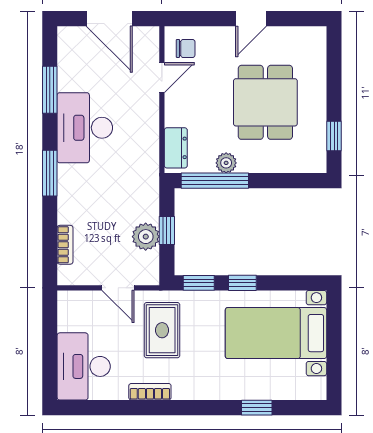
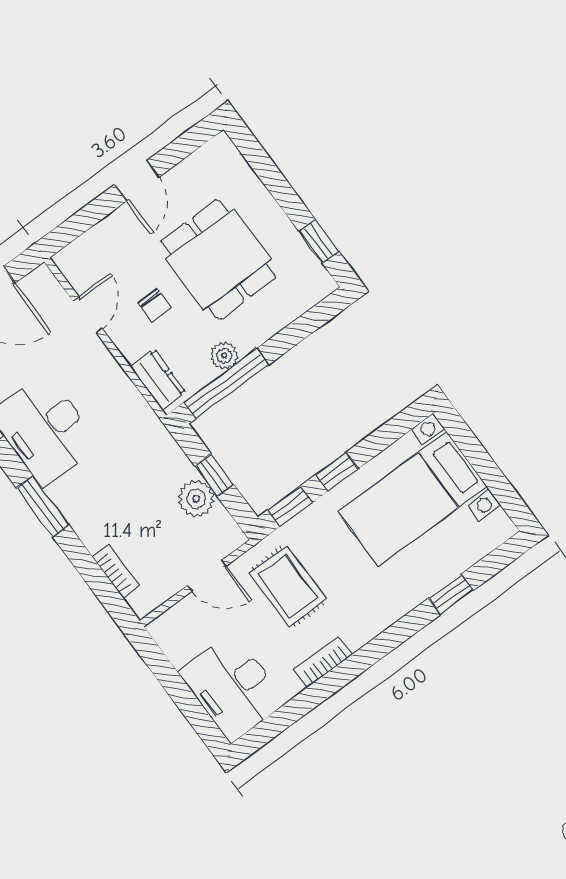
chair: (186, 48) -> (155, 306), moved, turned 90

